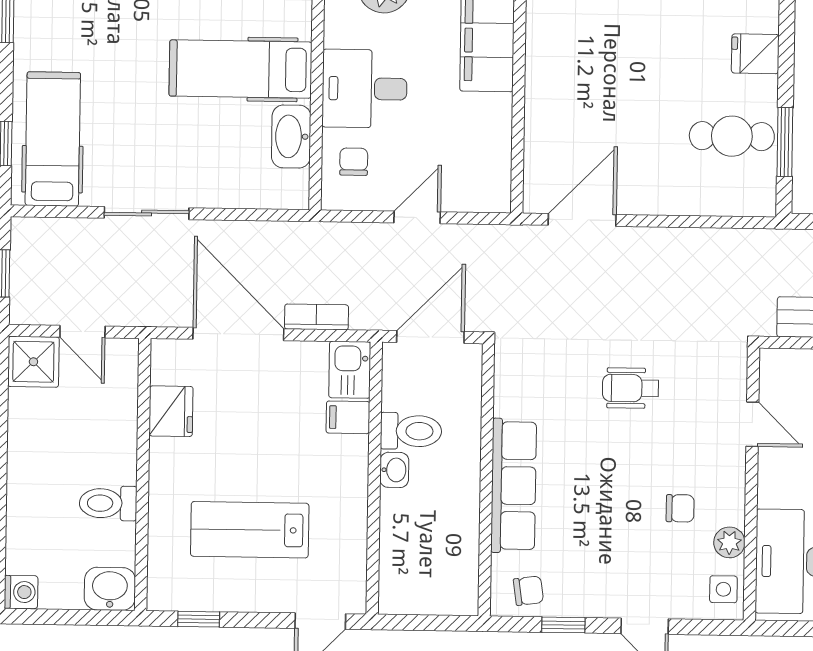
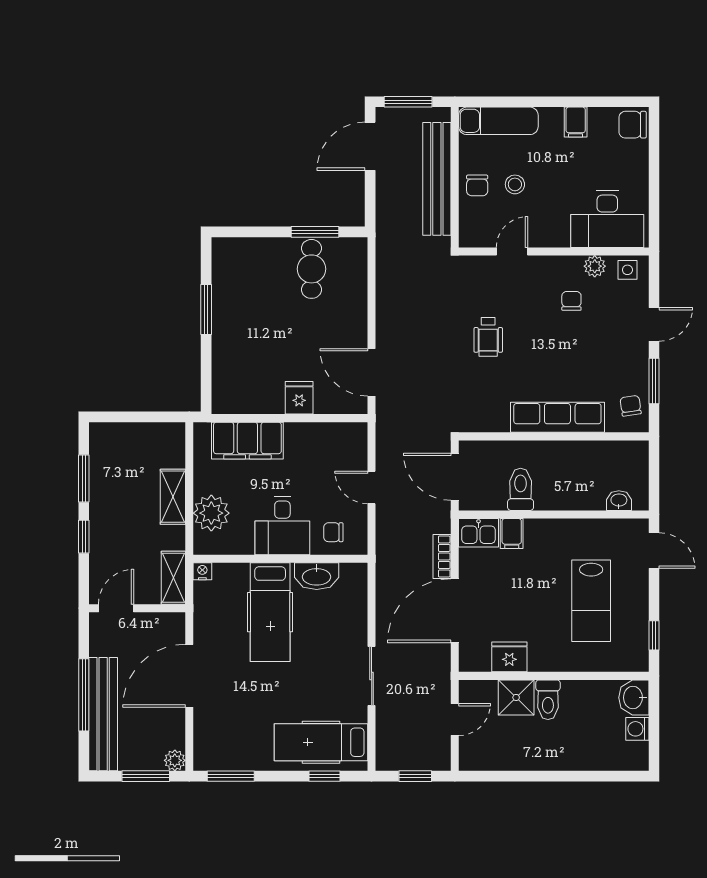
fridge: (755, 54) -> (299, 398), moved, turned 180
shower: (33, 362) -> (516, 697), moved
washbasin: (394, 470) -> (619, 501), moved
toilet: (108, 503) -> (548, 700), moved
washing machine: (21, 592) -> (637, 729), moved, turned -90
window: (563, 625) -> (654, 381), width x1.50

